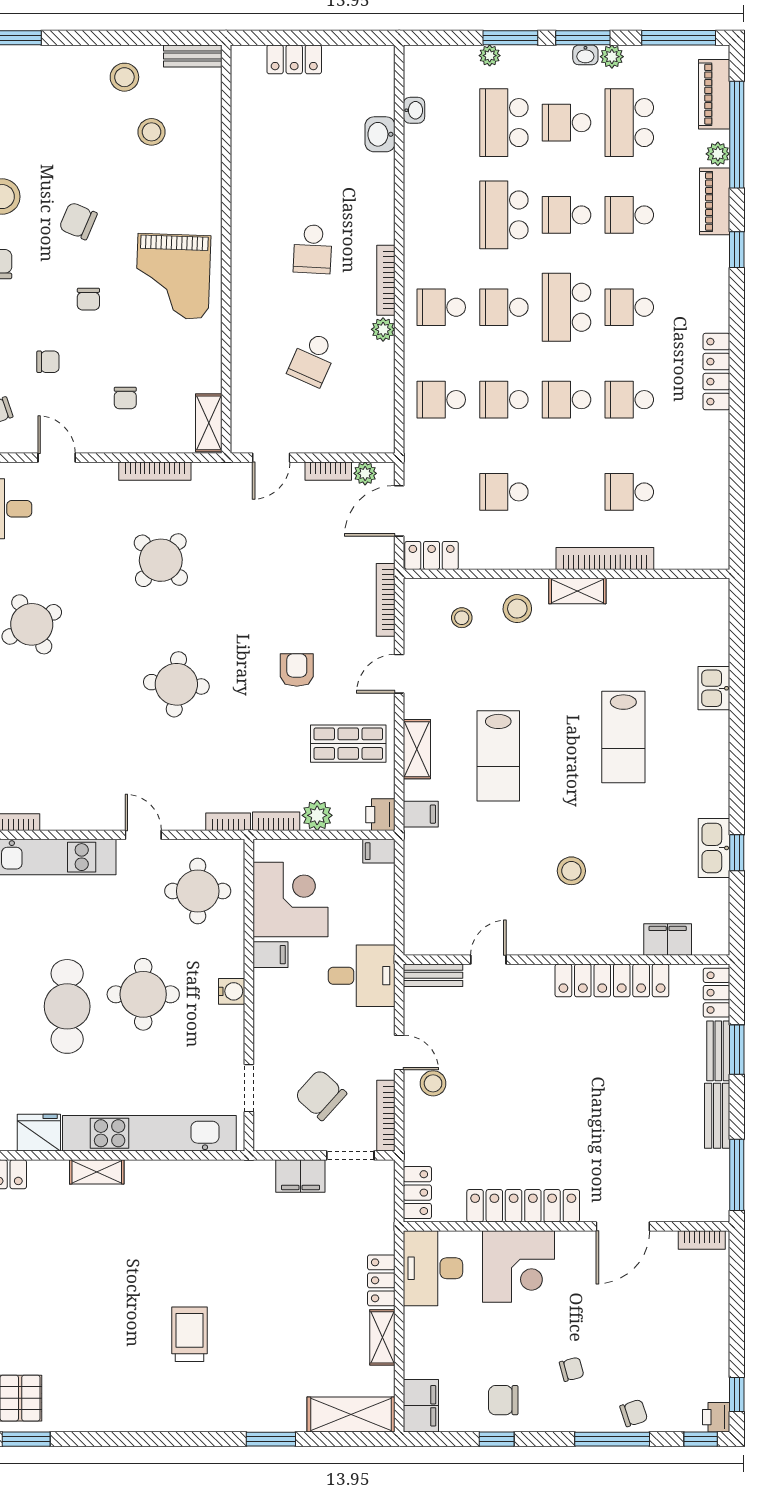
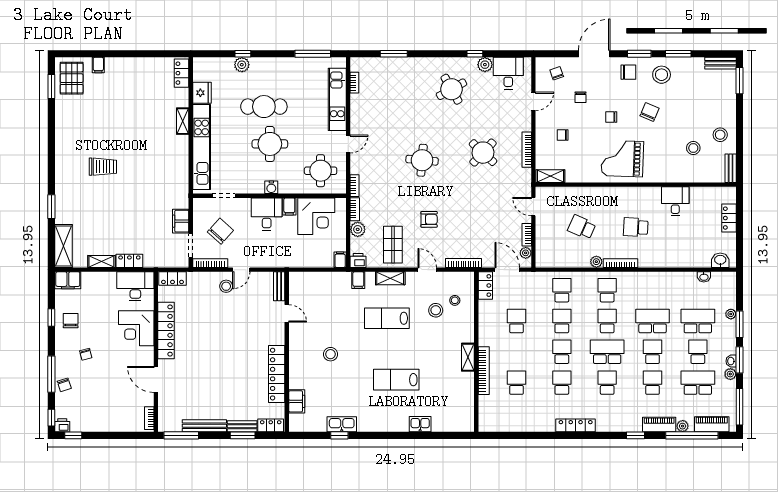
washbasin: (380, 134) -> (720, 260), moved
desk: (260, 169) -> (675, 201), added
stool: (517, 609) -> (436, 310), moved
desk: (362, 976) -> (267, 214), moved, turned 180
bench: (717, 1116) -> (204, 426), width x1.36

